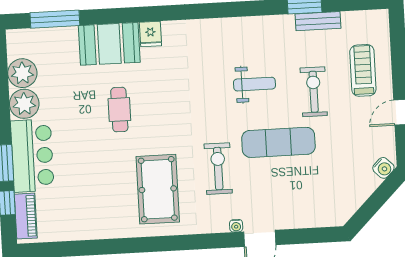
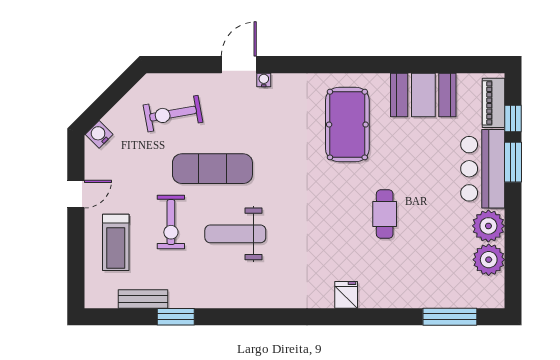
bench: (318, 21) -> (143, 299), moved
booth: (109, 44) -> (423, 95), moved
weight bench: (254, 84) -> (235, 234), width x1.36, depth x1.33
exercise bike: (218, 169) -> (173, 114), moved, turned 80

